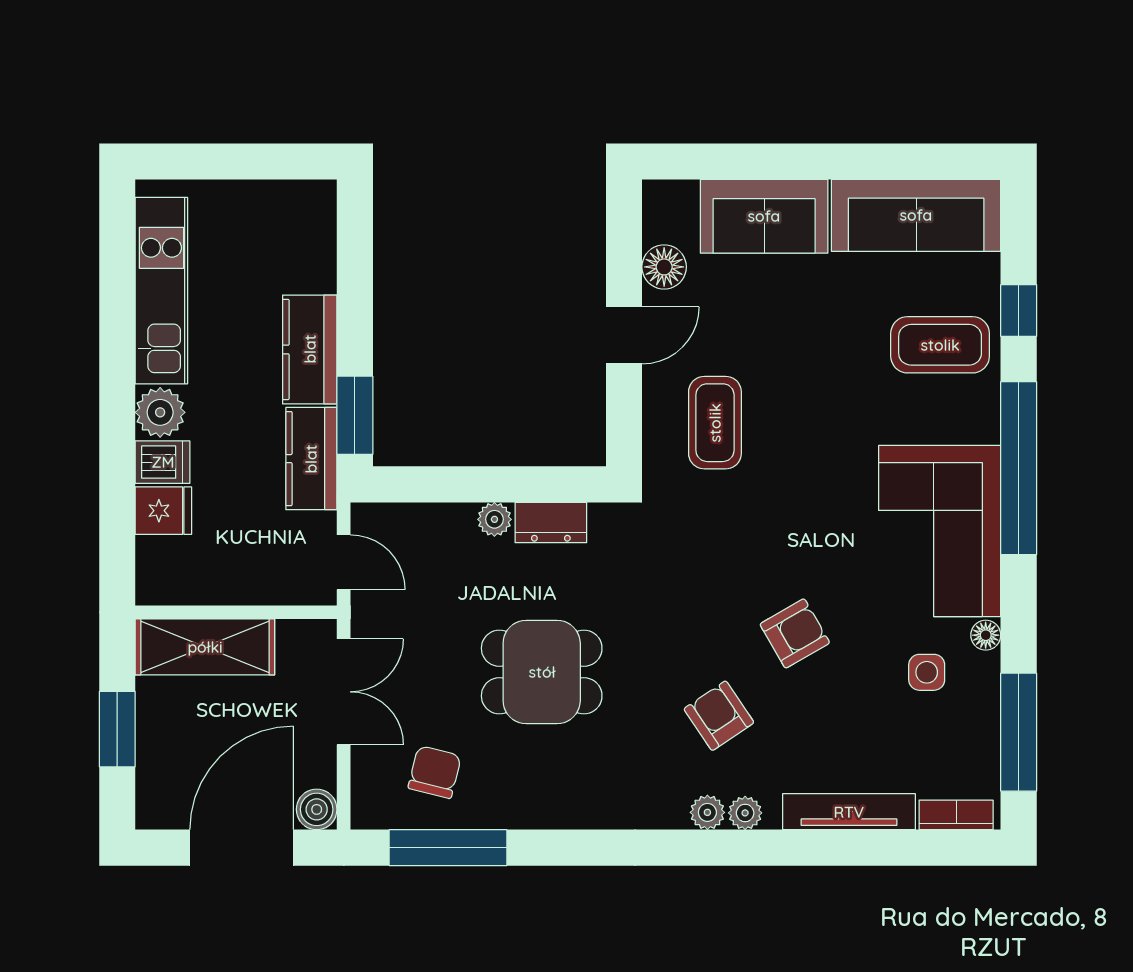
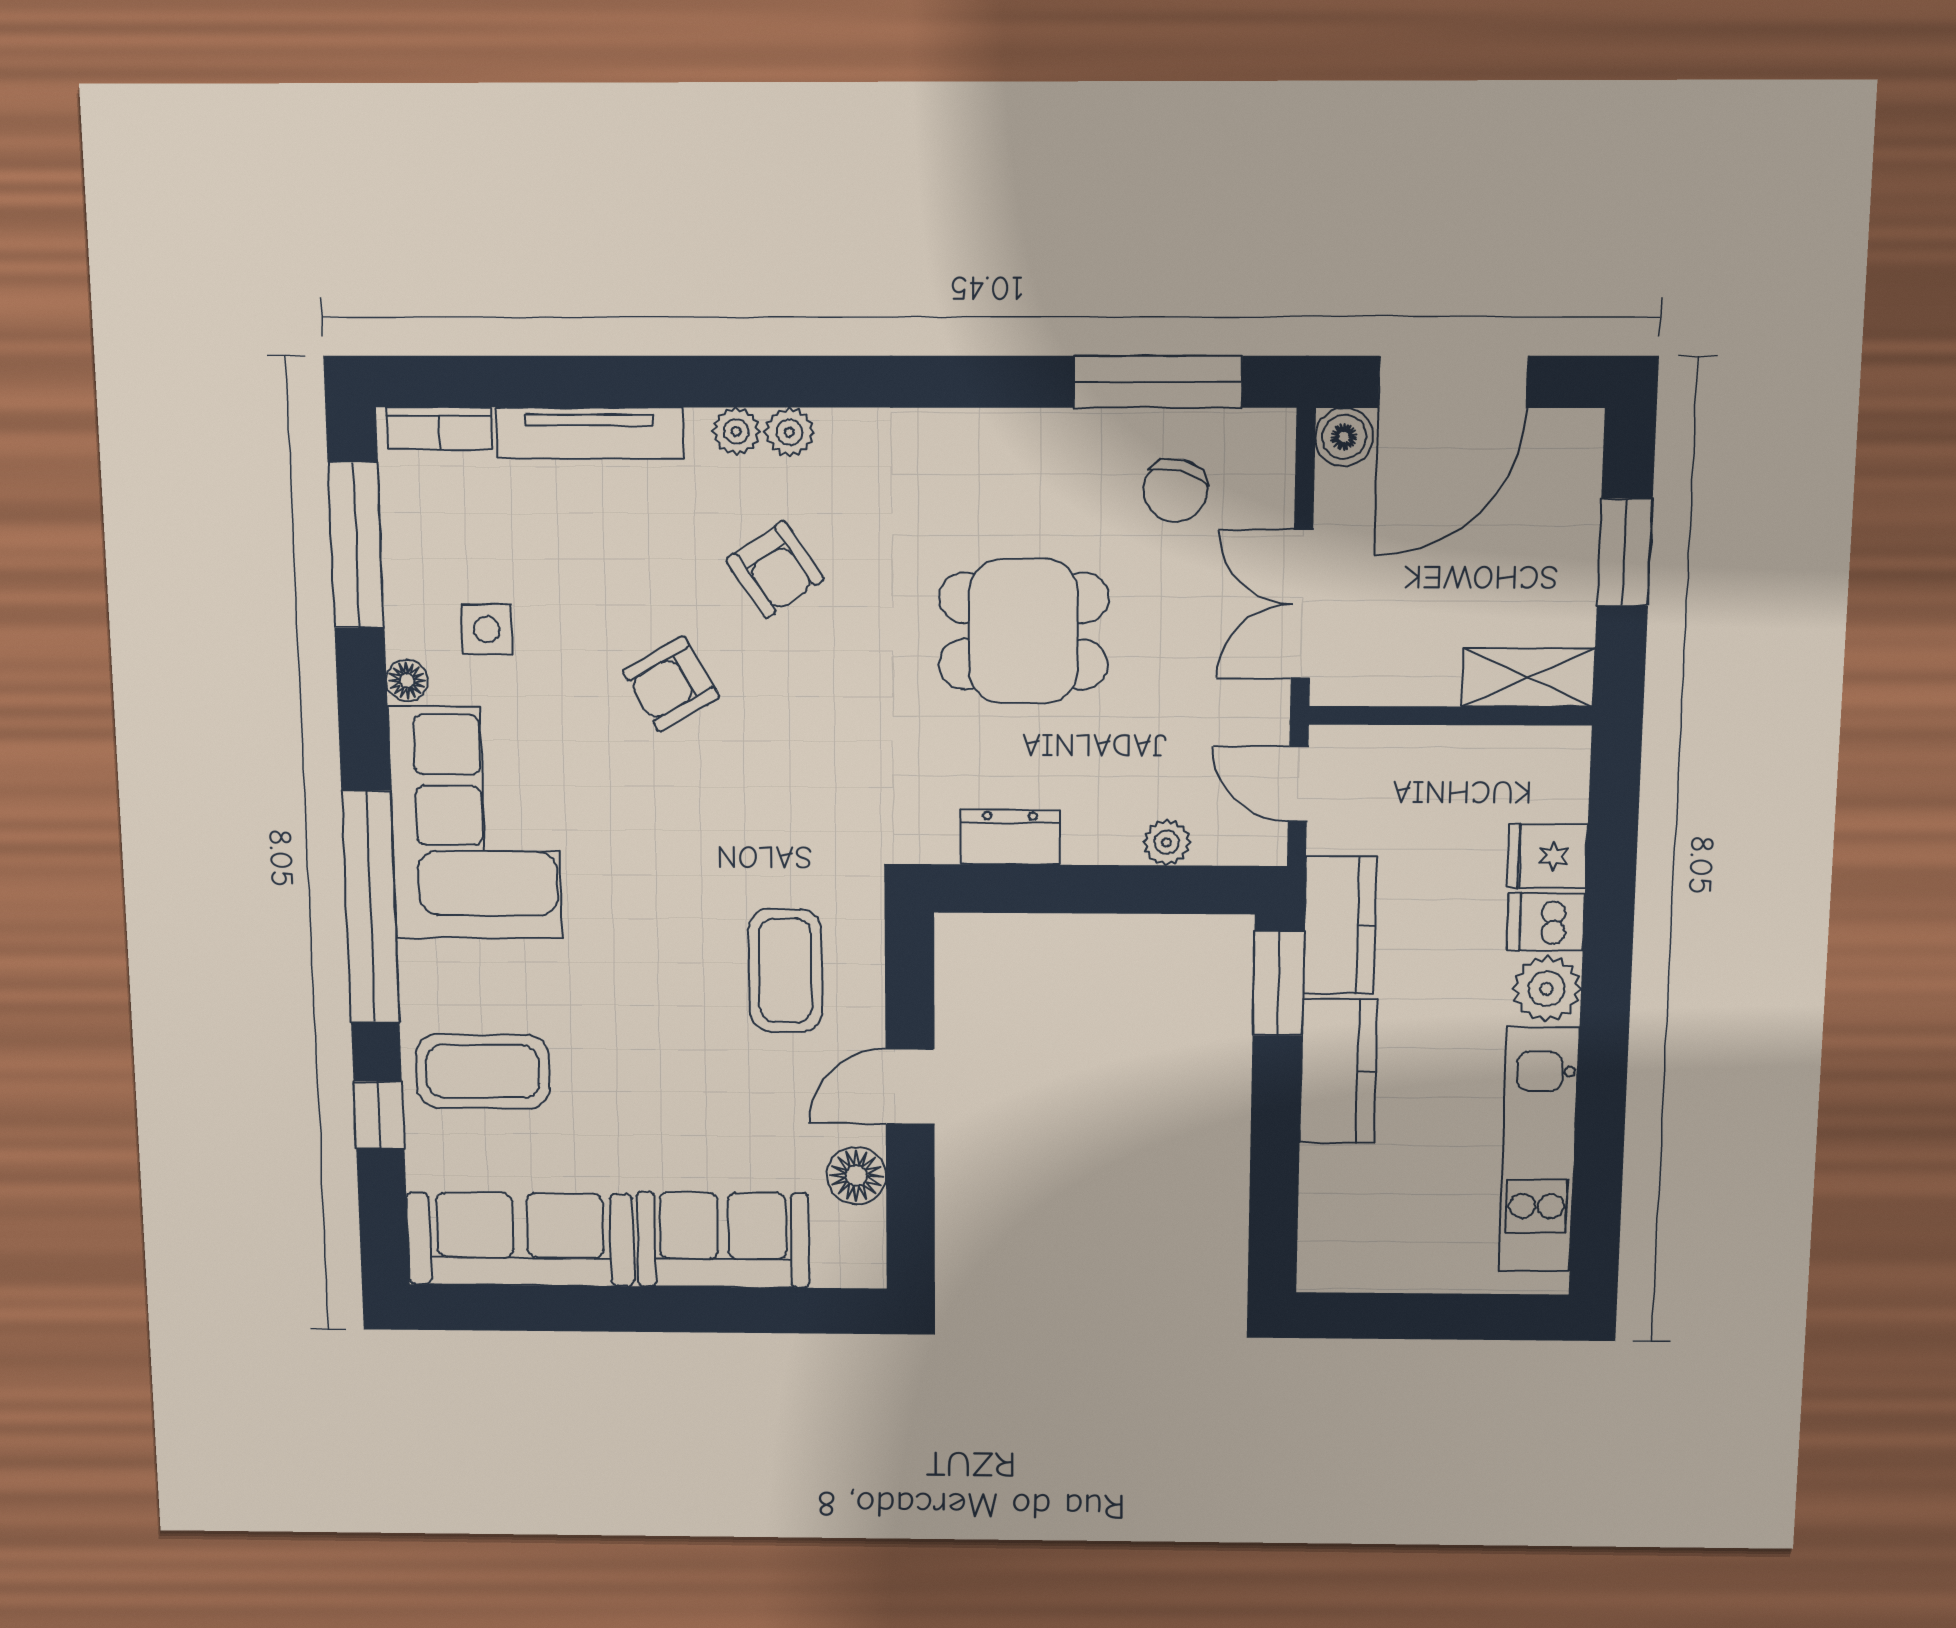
plant: (494, 519) -> (1167, 842), moved
shelving: (205, 647) -> (1528, 678), width x0.67, depth x0.75

